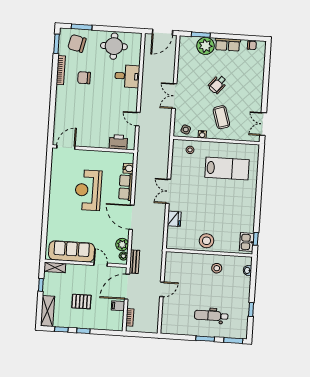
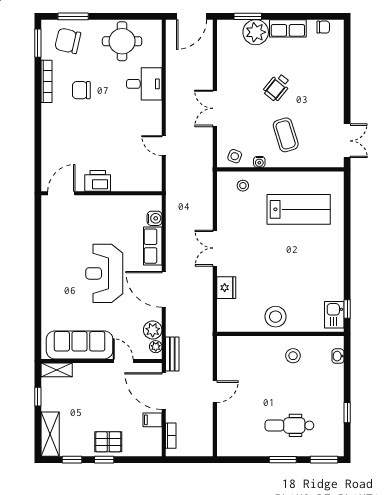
double door: (263, 124) -> (347, 141), swing flipped
printer: (118, 142) -> (98, 181), moved
reception desk: (88, 190) -> (104, 273), moved
door: (127, 287) -> (164, 391), hinge flipped
pallet: (81, 302) -> (108, 442), moved

